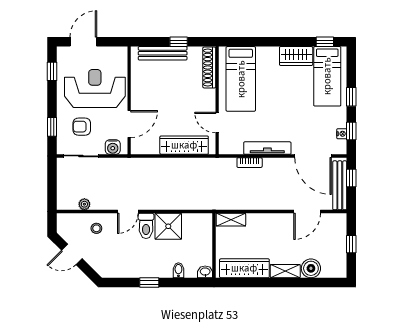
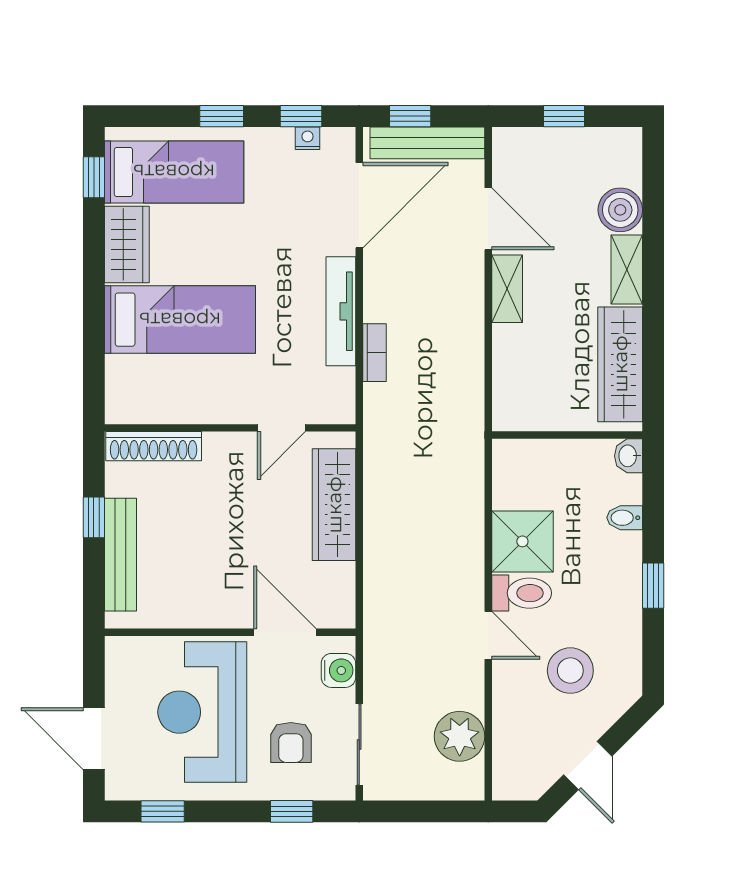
bed: (241, 79) -> (180, 320), moved
plant: (84, 204) -> (460, 736), width x1.88, depth x1.88
shelving: (231, 220) -> (507, 289), moved
stool: (96, 228) -> (570, 671), moved, width x1.89, depth x1.89

